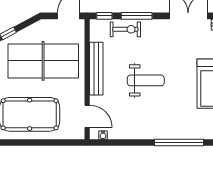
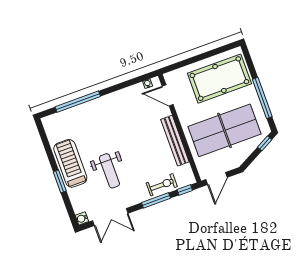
exercise bike: (125, 29) -> (162, 185), turned 180
weight bench: (146, 80) -> (109, 171), moved, turned -90

